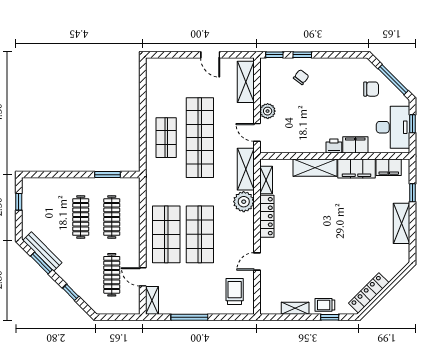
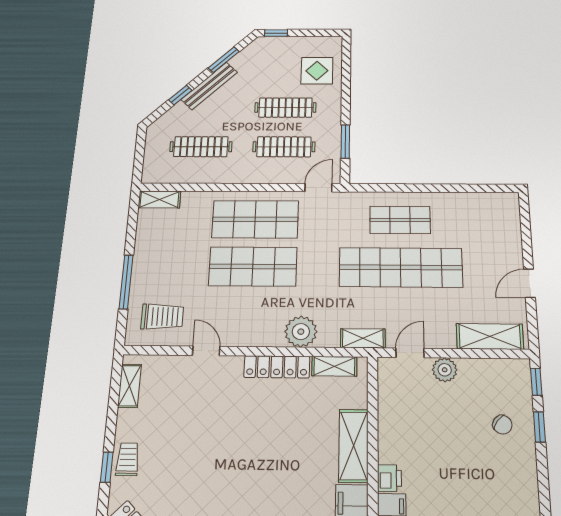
shelving: (246, 169) -> (363, 338), width x0.67, depth x0.75
display table: (51, 195) -> (317, 71), added
window: (19, 202) -> (276, 33), moved
bench: (42, 251) -> (209, 86), moved
door: (143, 277) -> (318, 188), moved
shelving: (295, 308) -> (130, 386), moved
window: (189, 317) -> (126, 282), moved

